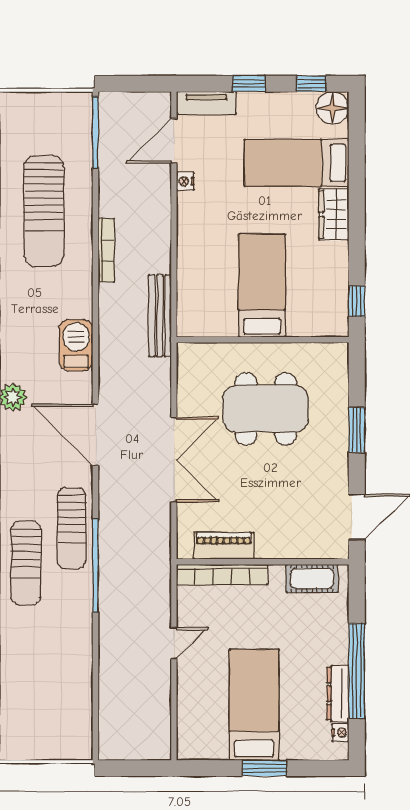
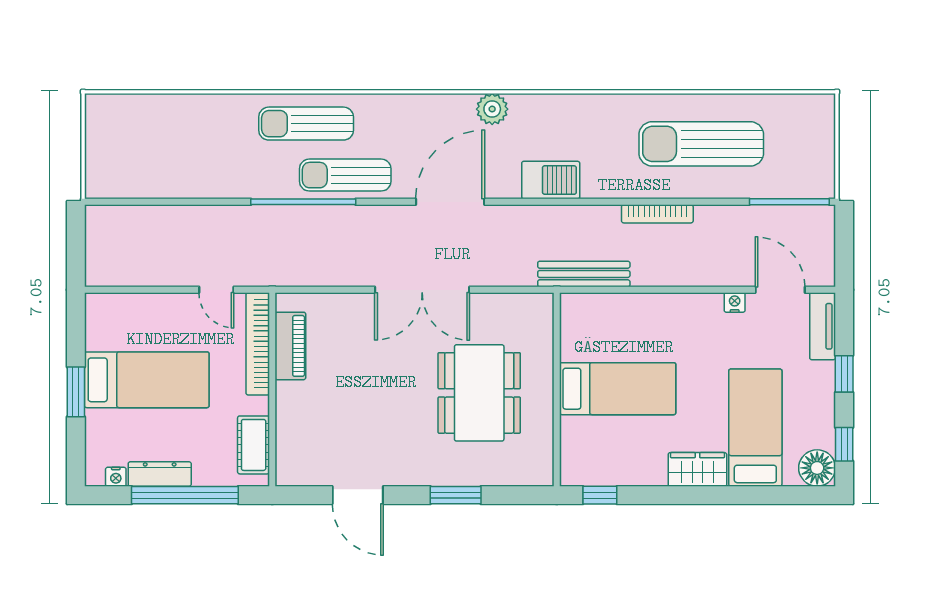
piano: (224, 546) -> (290, 346), moved
wall: (263, 562) -> (272, 390), moved
bookcase: (222, 575) -> (258, 344), moved
cot: (312, 578) -> (254, 445), moved

